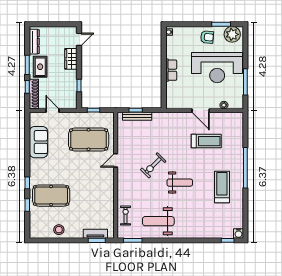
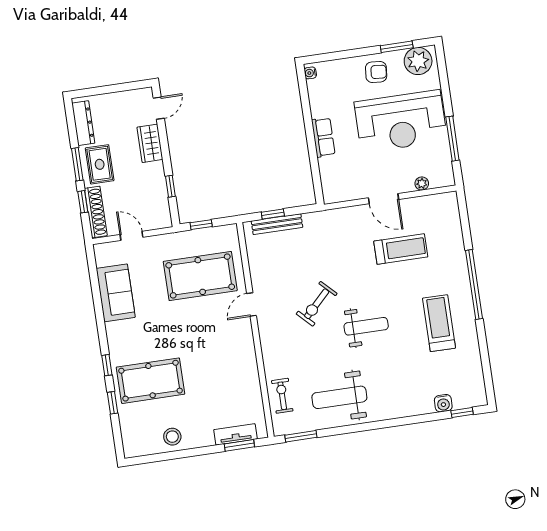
water cooler: (238, 233) -> (443, 403), moved

